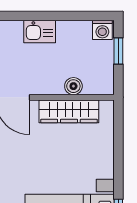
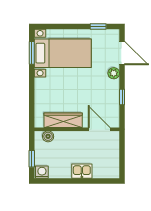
boiler: (73, 86) -> (48, 136), moved

